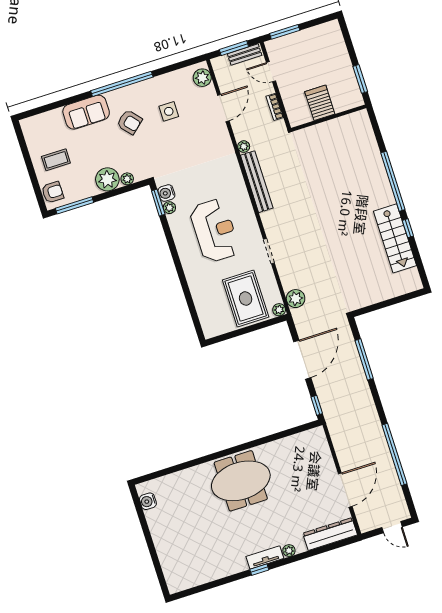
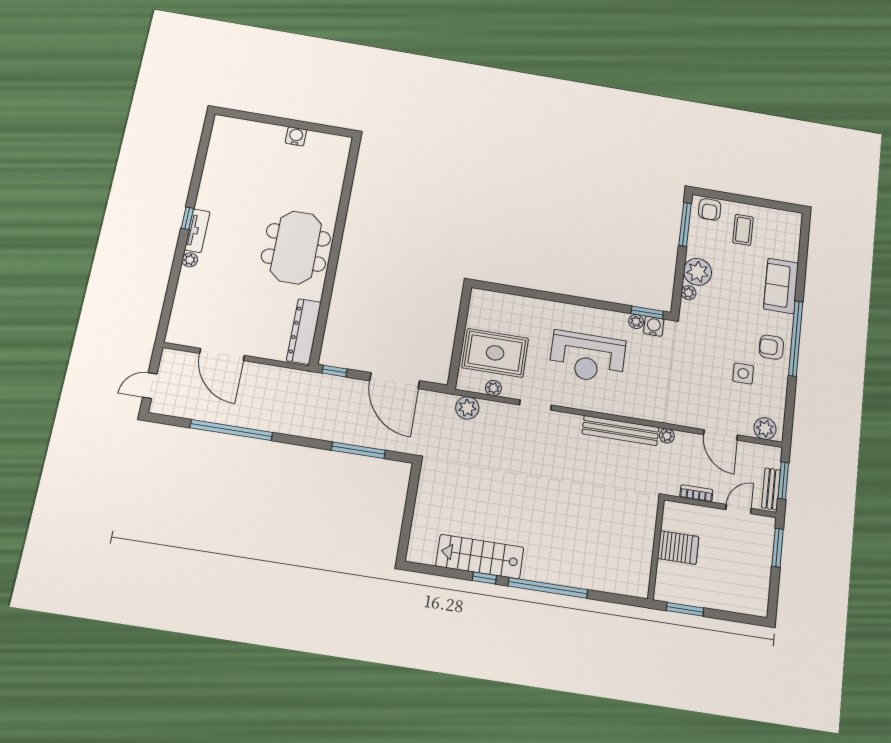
armchair: (130, 122) -> (771, 347), moved, turned 41
plant: (279, 310) -> (493, 388), moved
water cooler: (148, 501) -> (296, 136), moved
dresser: (330, 534) -> (304, 331), moved, turned 180

